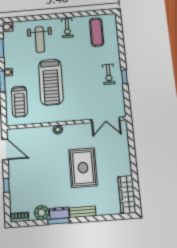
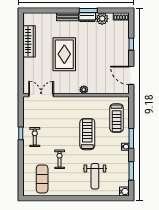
exercise bike: (67, 28) -> (60, 159), moved
weight bench: (40, 39) -> (95, 176), turned 180
treadmill: (51, 82) -> (87, 134), width x0.73, depth x0.73
treadmill: (19, 102) -> (117, 118), turned 180
wardrobe: (127, 195) -> (29, 41), moved

